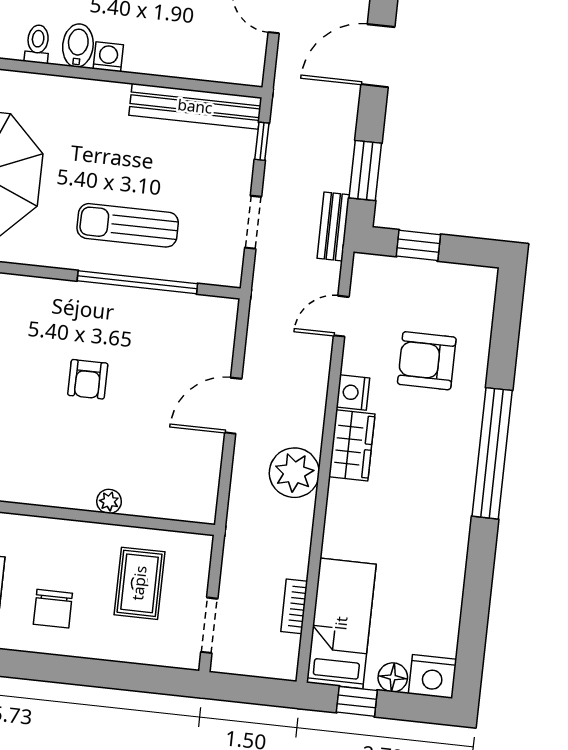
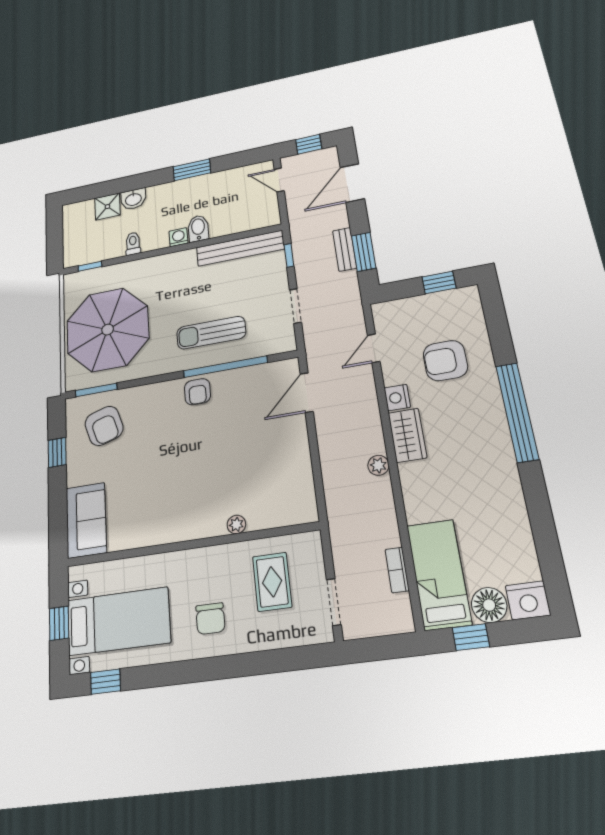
bidet: (78, 45) -> (198, 228), moved
bench: (333, 227) -> (345, 249), moved
window: (418, 245) -> (439, 282), moved
armchair: (88, 379) -> (197, 392), moved
door: (233, 406) -> (307, 393), moved
plant: (294, 473) -> (378, 465), width x0.53, depth x0.53
floor lamp: (393, 677) -> (489, 605), width x1.38, depth x1.38

